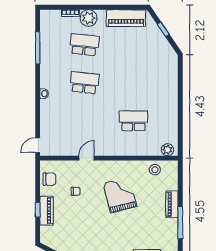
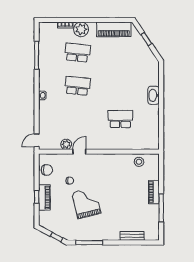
washbasin: (171, 94) -> (154, 95), added
plant: (167, 150) -> (66, 144), moved
grand piano: (120, 195) -> (86, 203), moved

